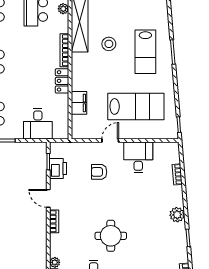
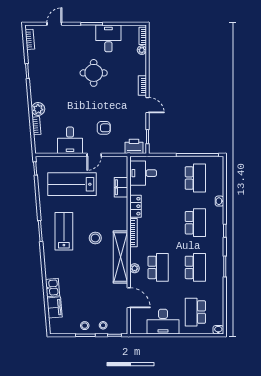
desk: (38, 124) -> (143, 173), moved, turned -90
printer: (58, 169) -> (134, 146), moved, turned 90
plant: (177, 215) -> (38, 109), moved

